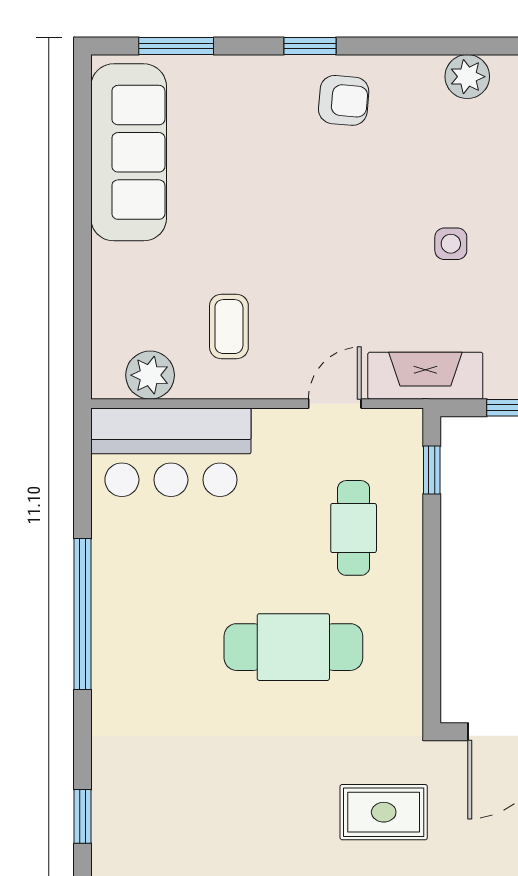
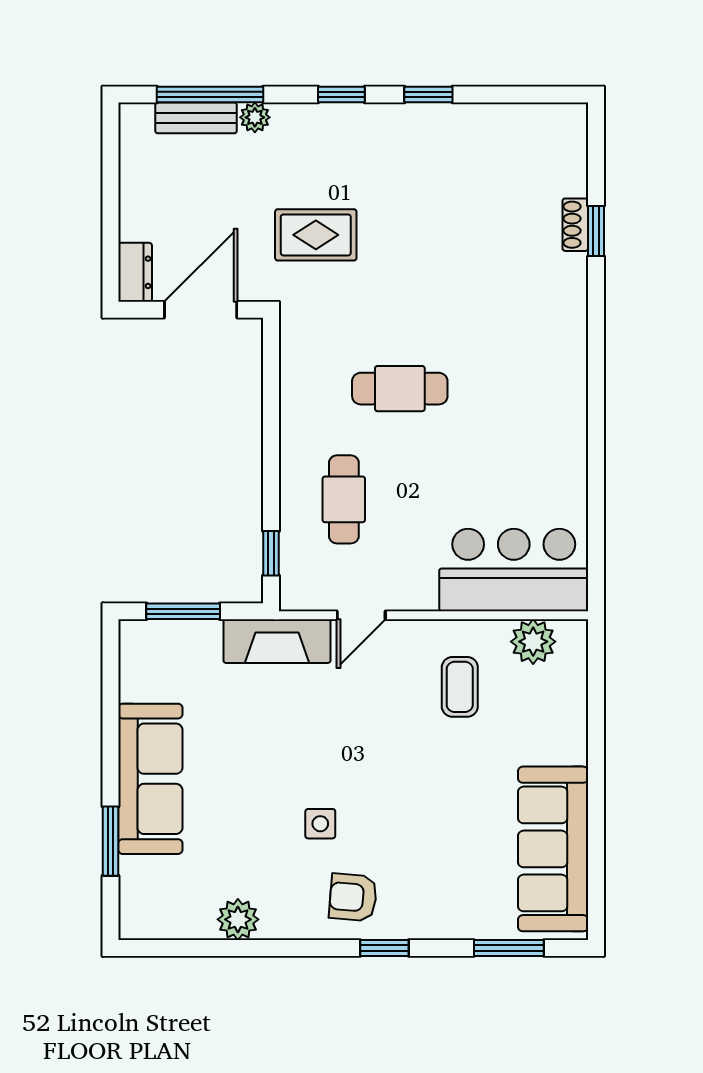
side table: (451, 244) -> (320, 824), moved
window: (83, 614) -> (596, 419), removed
cafe table: (293, 647) -> (400, 389), width x0.73, depth x0.74
shoe rack: (105, 823) -> (575, 225), added

